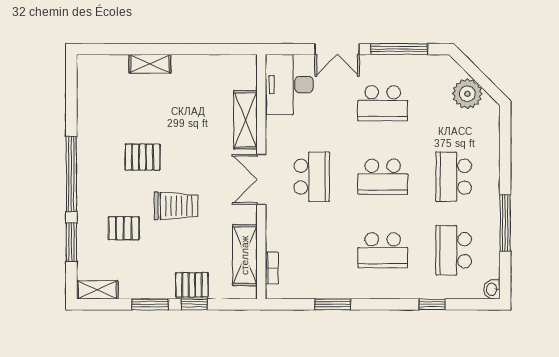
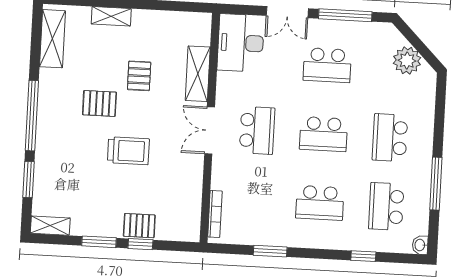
pallet: (124, 228) -> (139, 76), moved, turned 90
shelving: (245, 255) -> (52, 39), moved
bookcase: (272, 268) -> (215, 214), width x1.56

